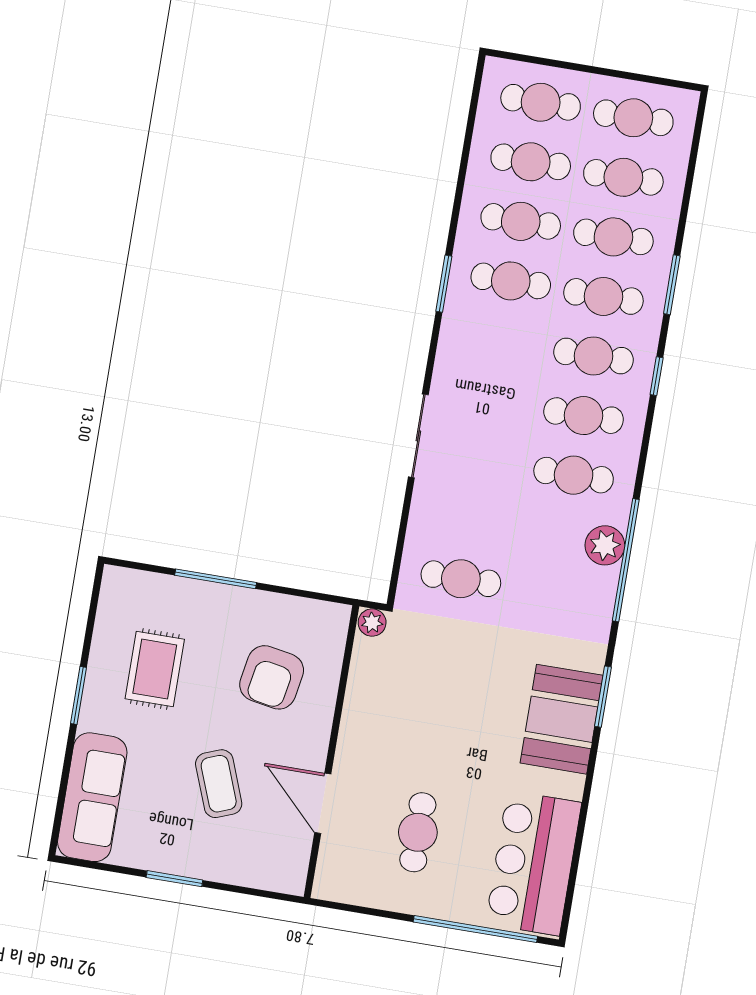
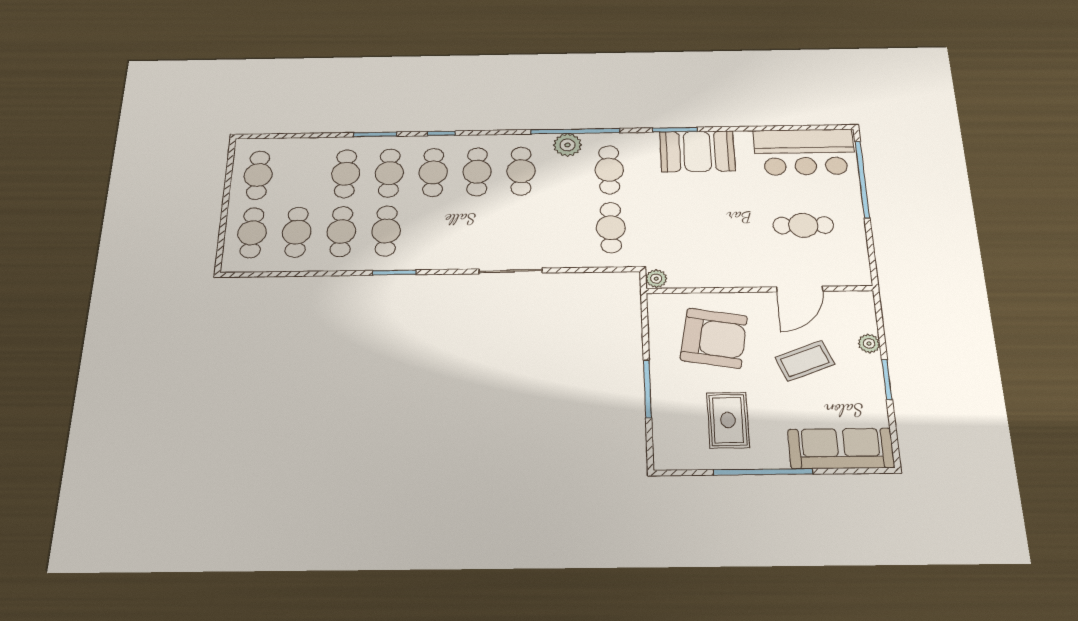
cafe table: (623, 177) -> (609, 170), moved
rug: (155, 669) -> (728, 420), turned 90
armchair: (272, 677) -> (714, 338), width x1.36, depth x1.36
window: (79, 695) -> (763, 472), width x2.11
plant: (228, 870) -> (869, 344), added

